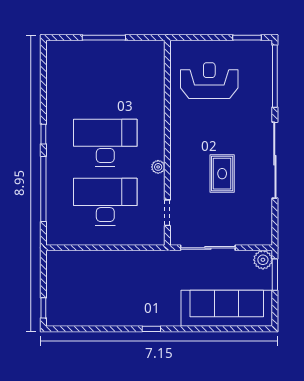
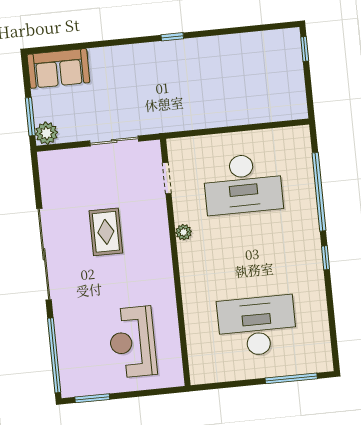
window: (104, 38) -> (291, 378), moved
reception desk: (209, 81) -> (132, 342), turned 90
desk: (105, 143) -> (257, 326), moved, turned 180
sliding door: (208, 248) -> (114, 141), width x0.73
sofa: (227, 308) -> (58, 68), width x0.54, depth x0.79

